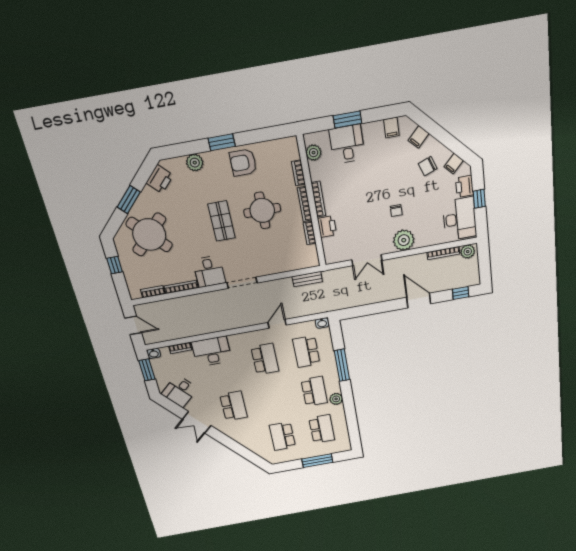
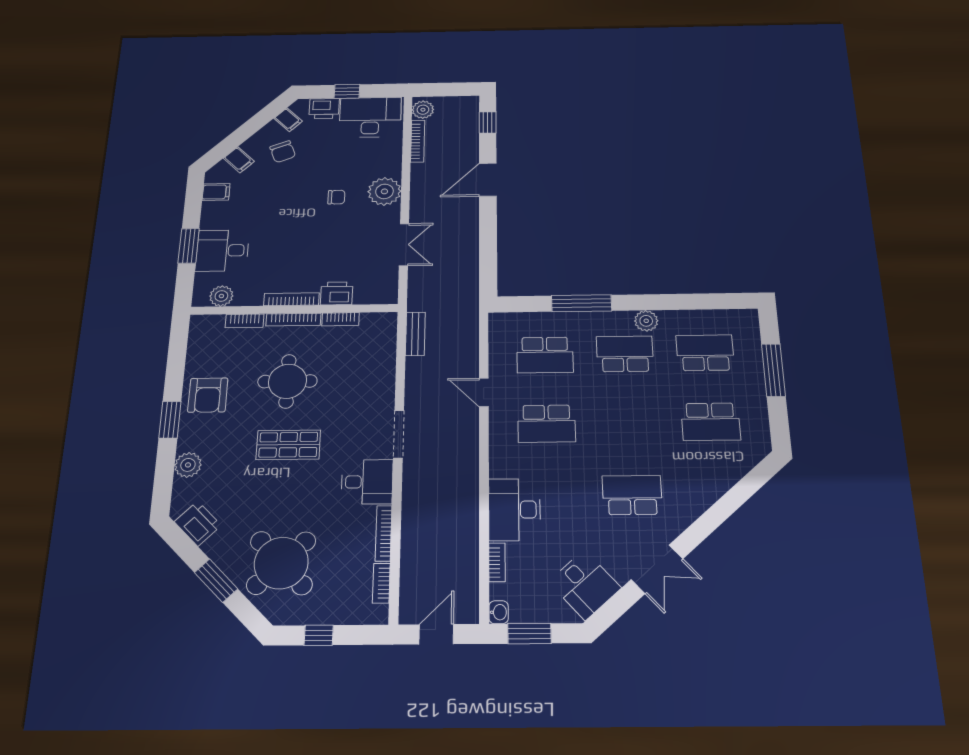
washbasin: (322, 323) -> (497, 323), removed
school desk: (265, 359) -> (547, 424), turned 180

